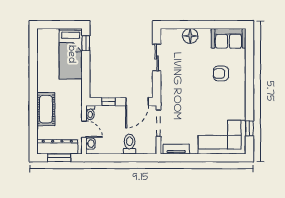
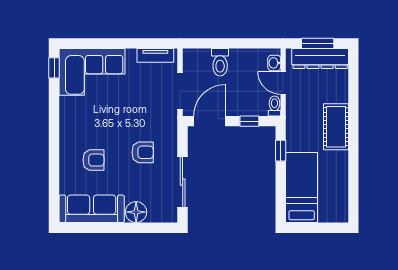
sofa: (228, 38) -> (92, 209), width x1.36
window: (86, 43) -> (281, 151), moved
sliding door: (157, 58) -> (183, 182), width x1.37
armchair: (185, 79) -> (143, 152), added
cot: (46, 109) -> (336, 127), moved
window: (249, 128) -> (54, 68), moved

